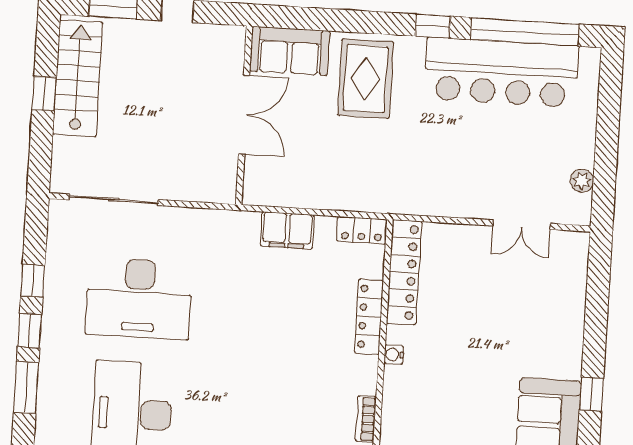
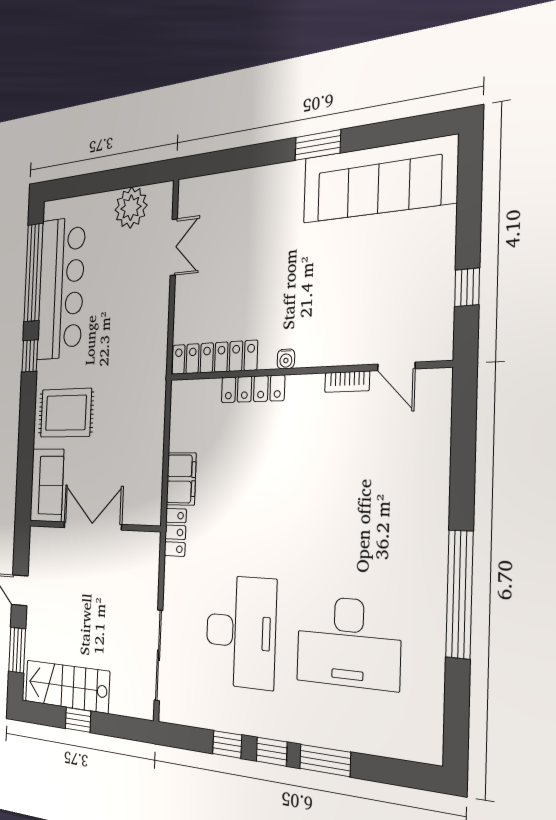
plant: (582, 181) -> (131, 208), width x1.88, depth x1.88
locker: (362, 230) -> (175, 532), moved
window: (591, 394) -> (318, 145), width x1.50

